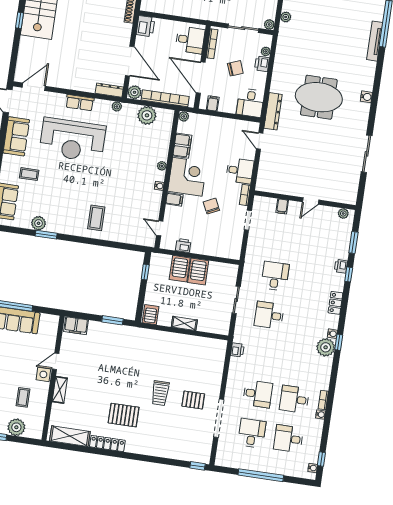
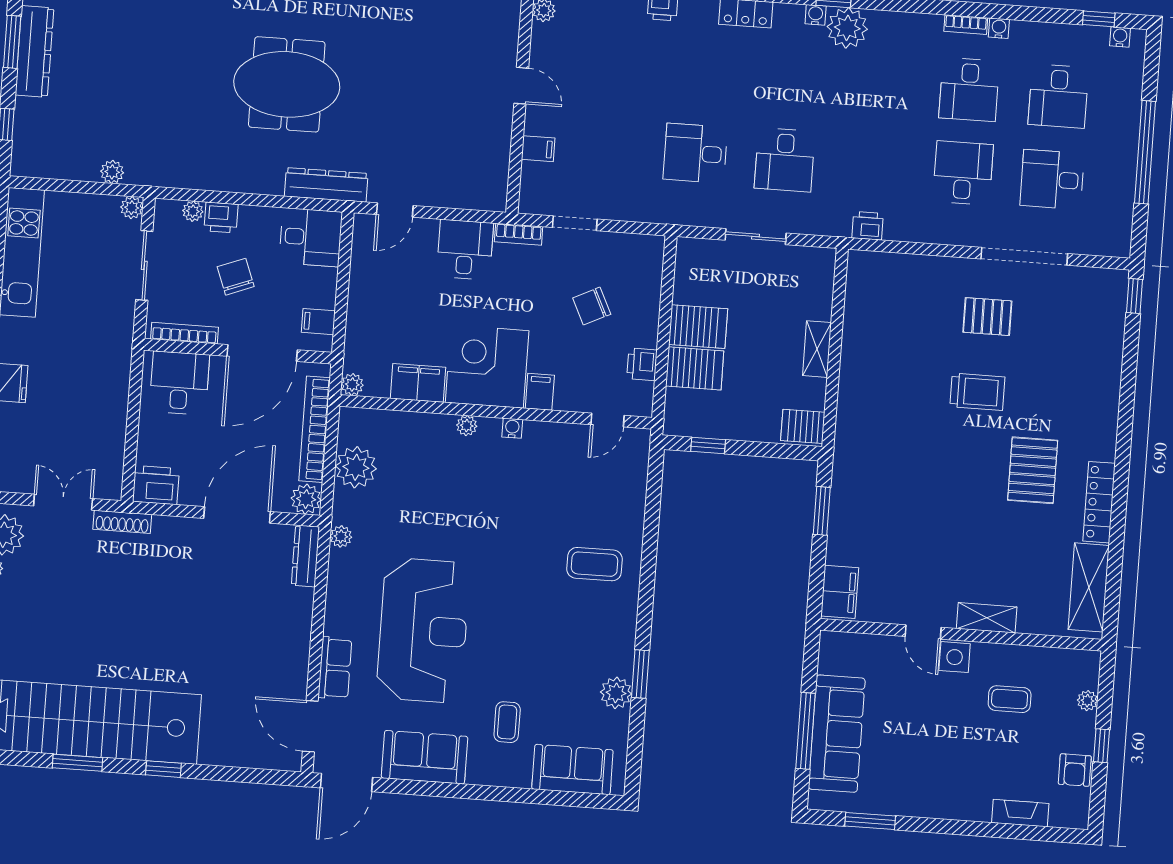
meeting table: (319, 97) -> (287, 84), turned 90
row of seats: (80, 103) -> (335, 668), moved
chair: (211, 206) -> (592, 306), moved
pallet: (193, 400) -> (987, 317), turned 90
plant: (16, 427) -> (1087, 701), width x0.53, depth x0.53

